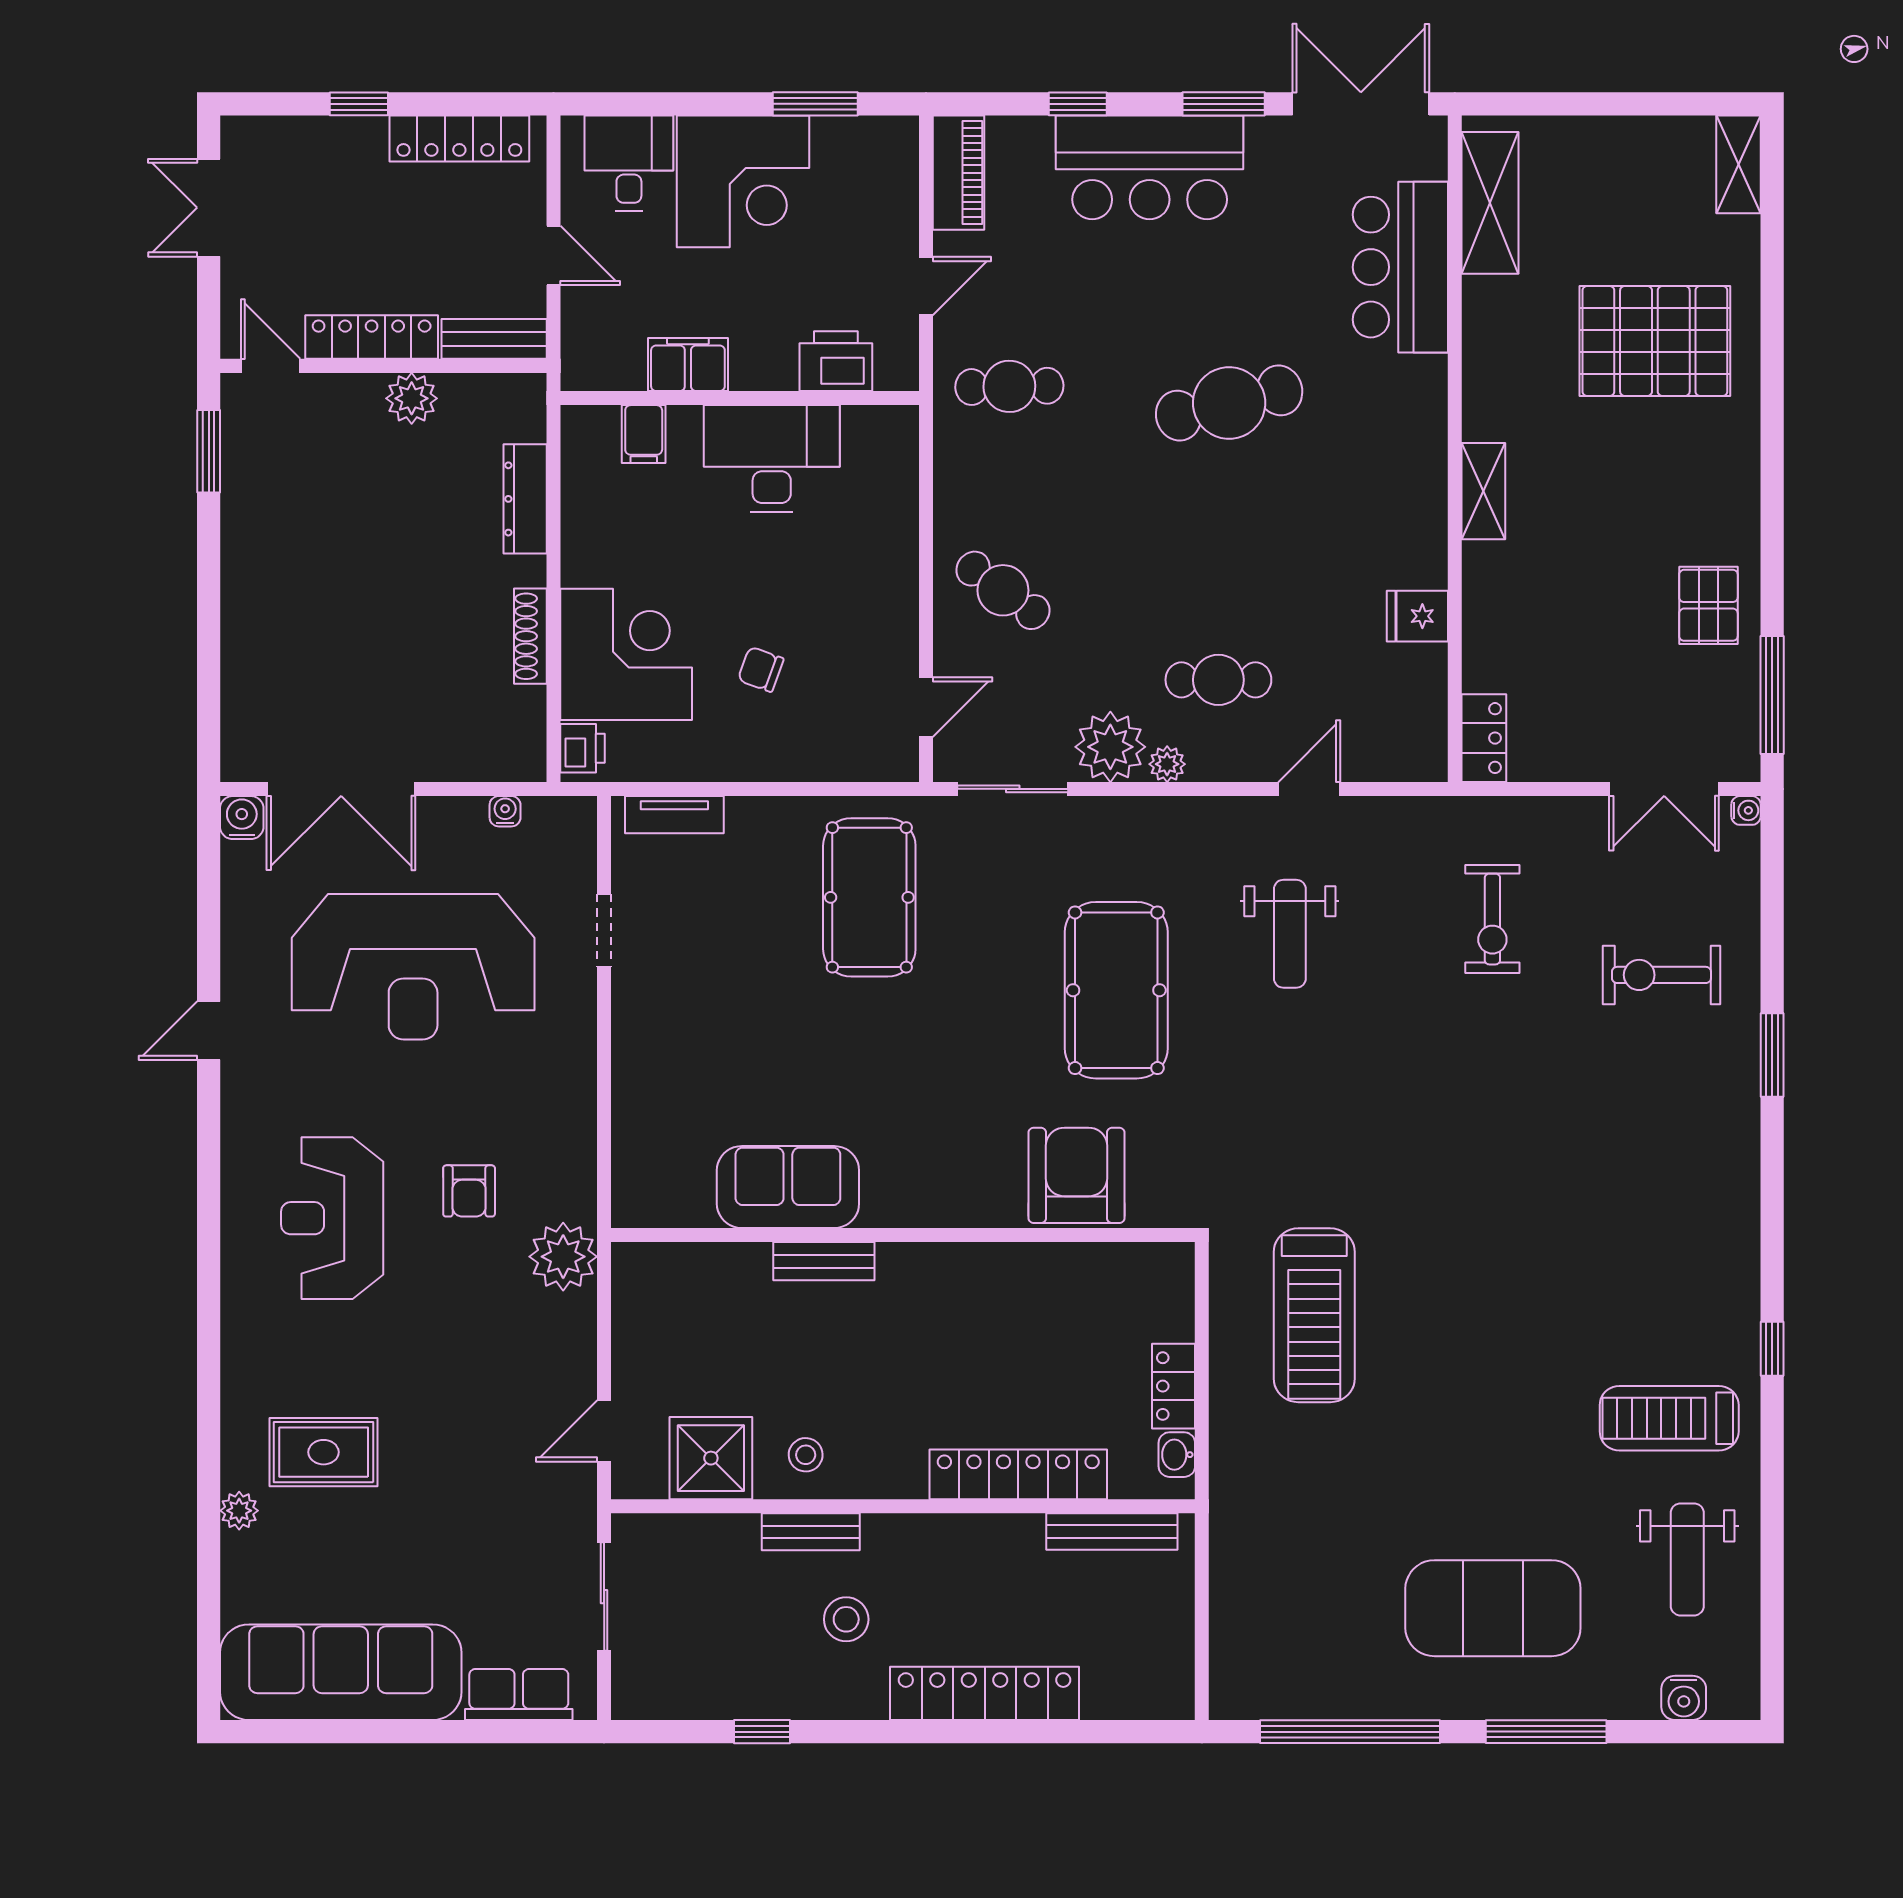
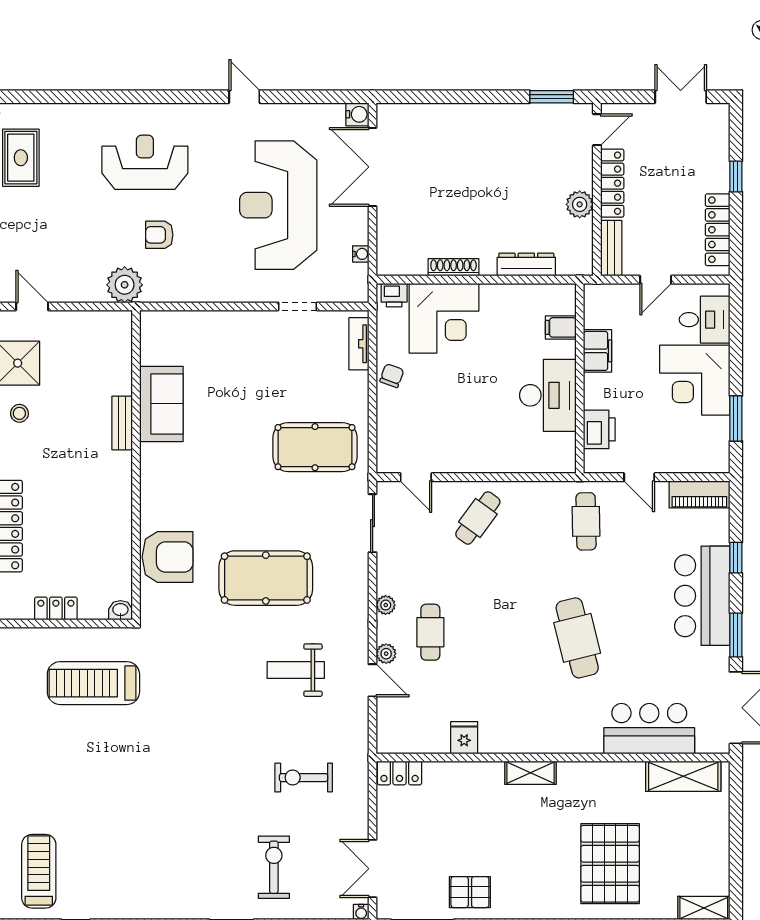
chair: (761, 669) -> (392, 376), moved
plant: (1110, 747) -> (386, 654), moved, width x0.53, depth x0.53
washbasin: (1177, 1455) -> (120, 610), moved

